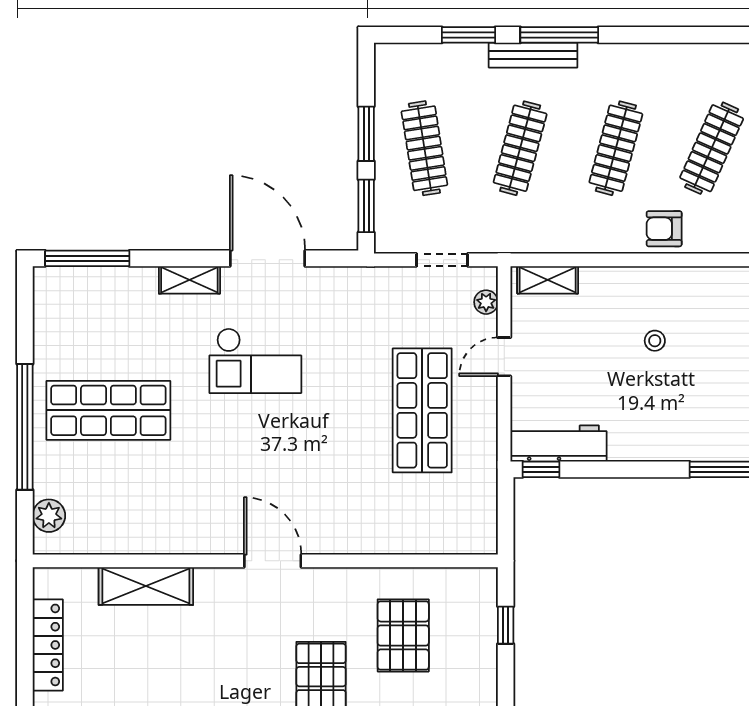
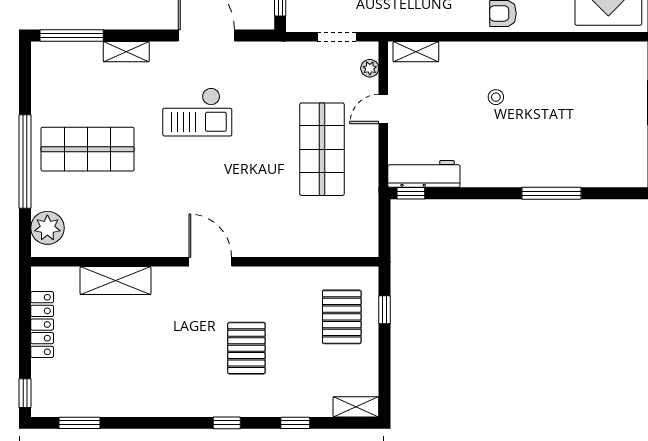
shelving: (189, 280) -> (126, 52), moved
plant: (49, 516) -> (47, 228), width x1.36, depth x1.36
pallet: (403, 635) -> (342, 317), moved

